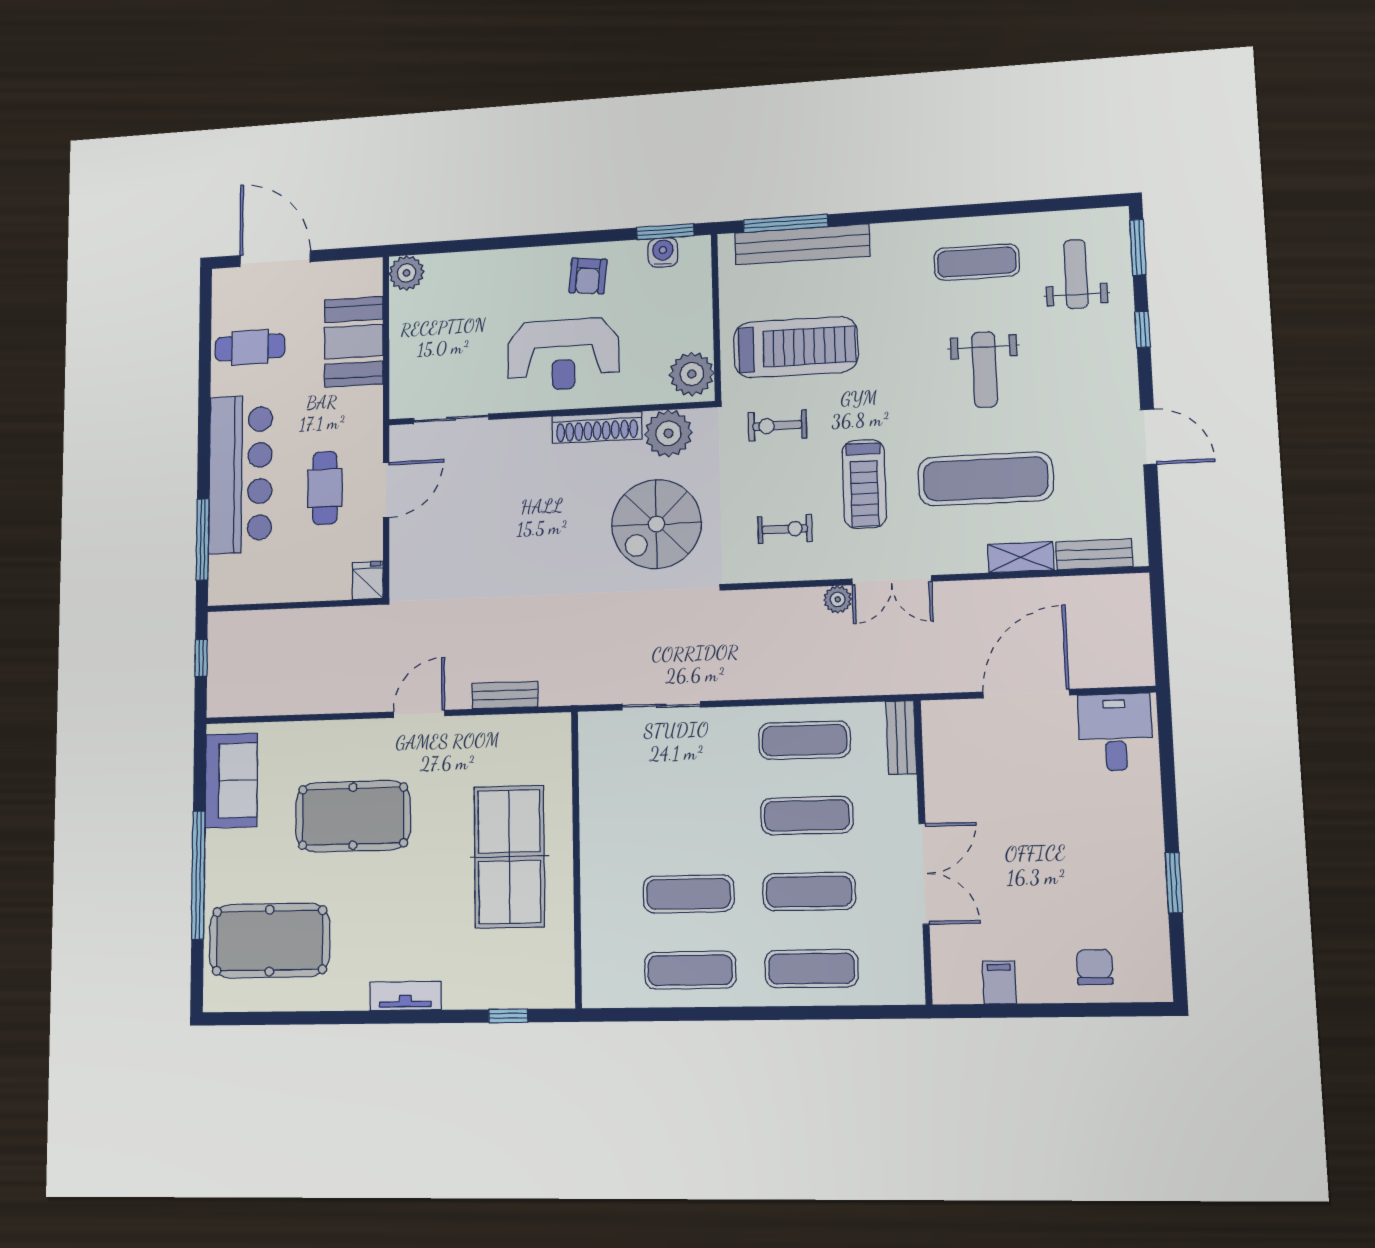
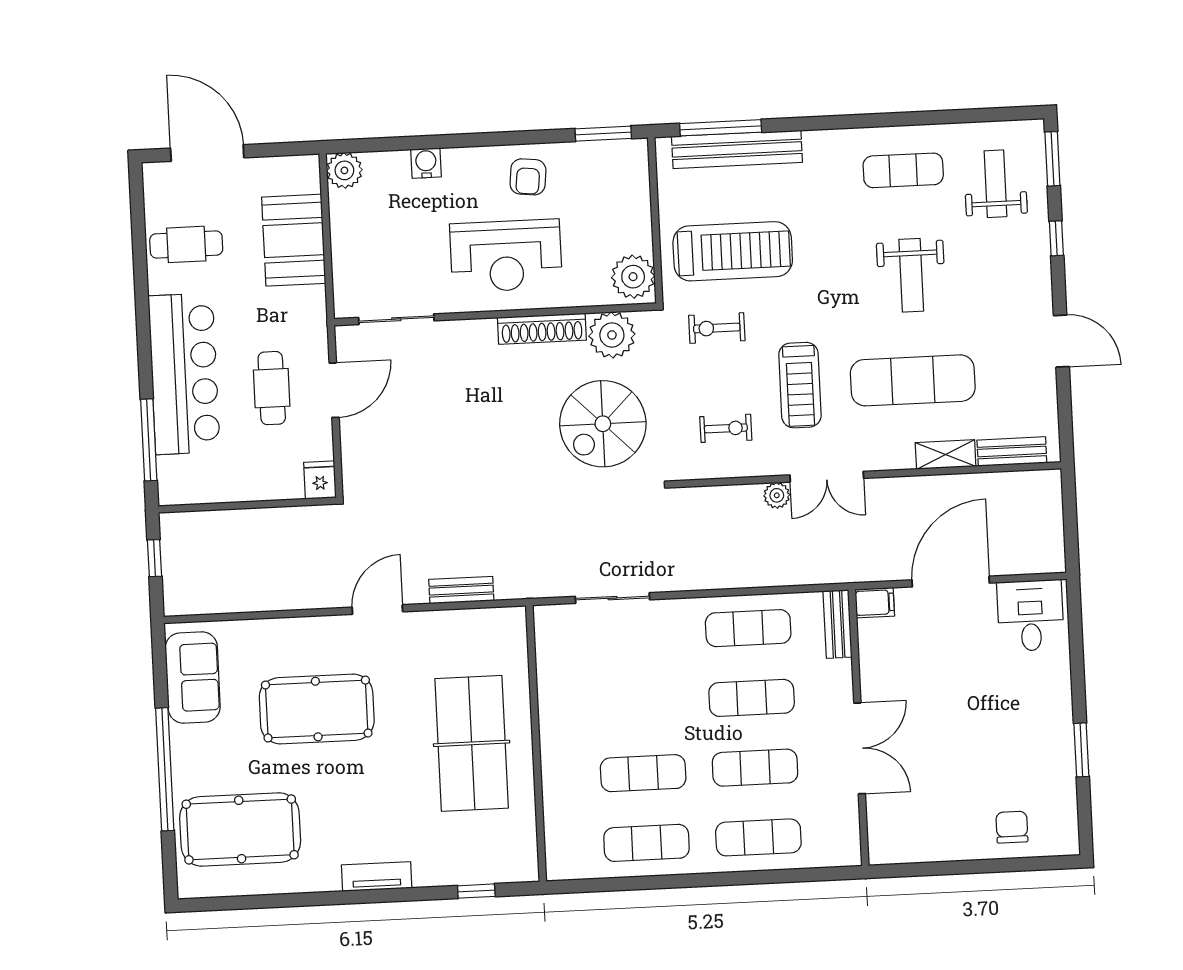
water cooler: (663, 252) -> (426, 163), moved
filing cabinet: (999, 982) -> (875, 603), moved, turned 90

